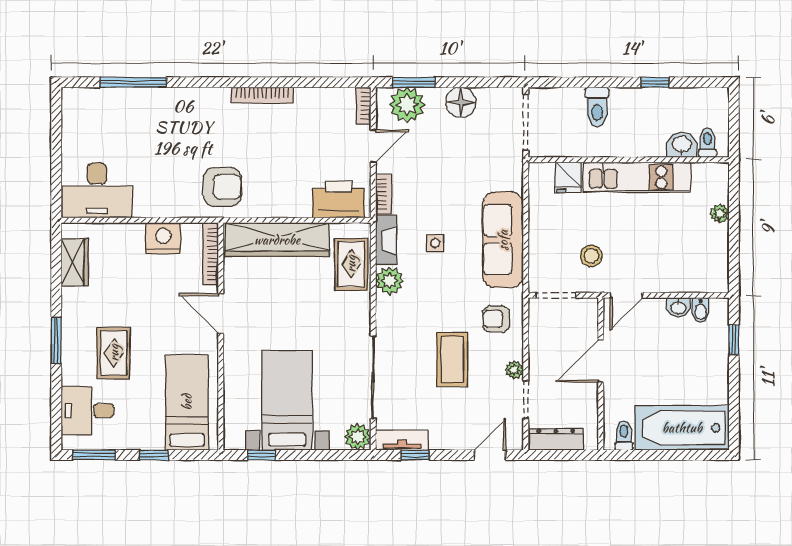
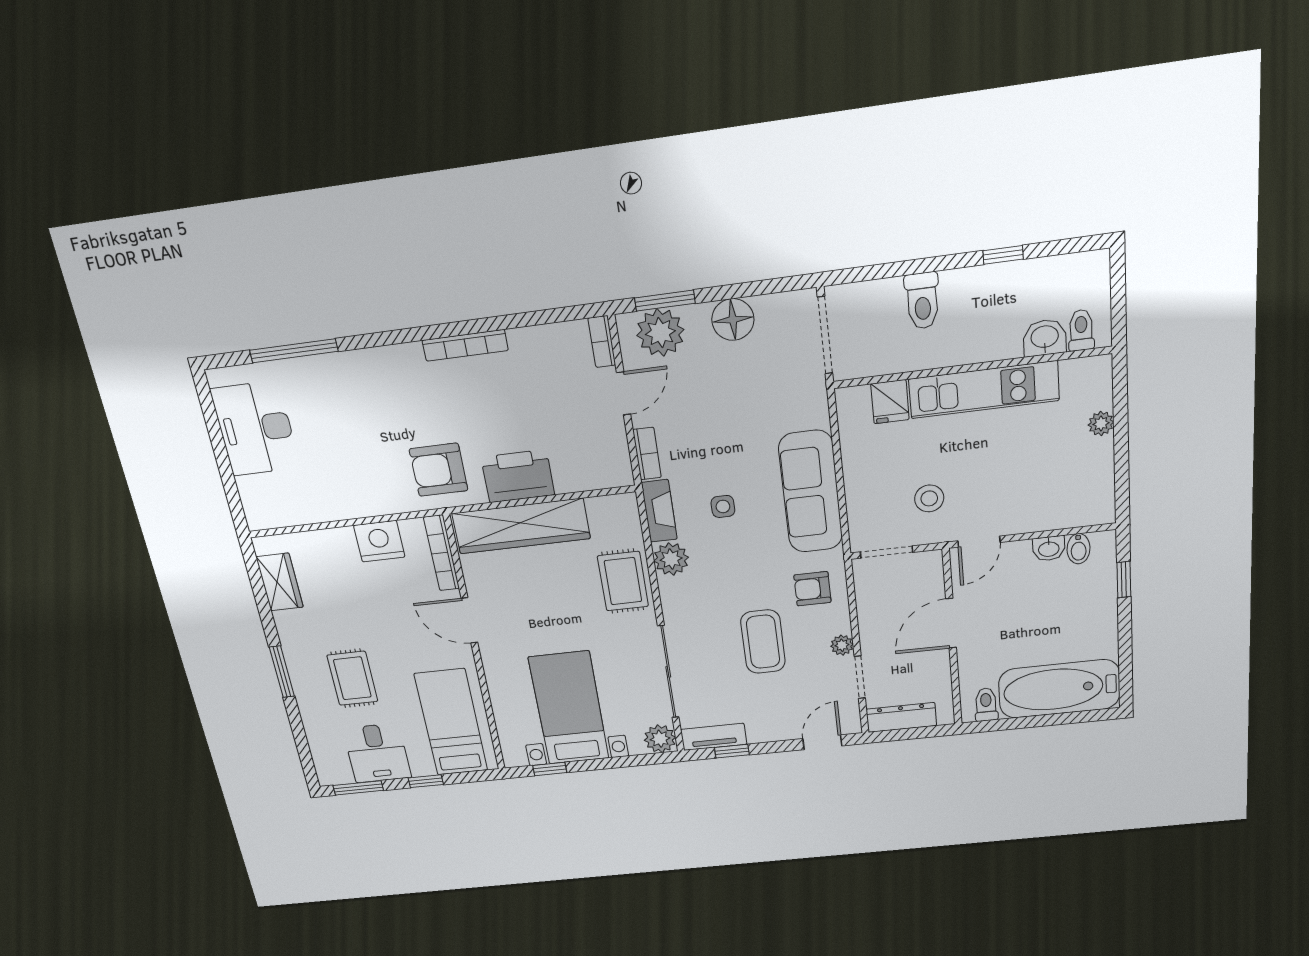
armchair: (222, 187) -> (439, 470), turned 180
desk: (97, 191) -> (255, 429), moved, turned 90
printer: (338, 199) -> (518, 476), moved
rug: (351, 264) -> (623, 581), moved
desk: (87, 411) -> (377, 753), moved, turned -90

